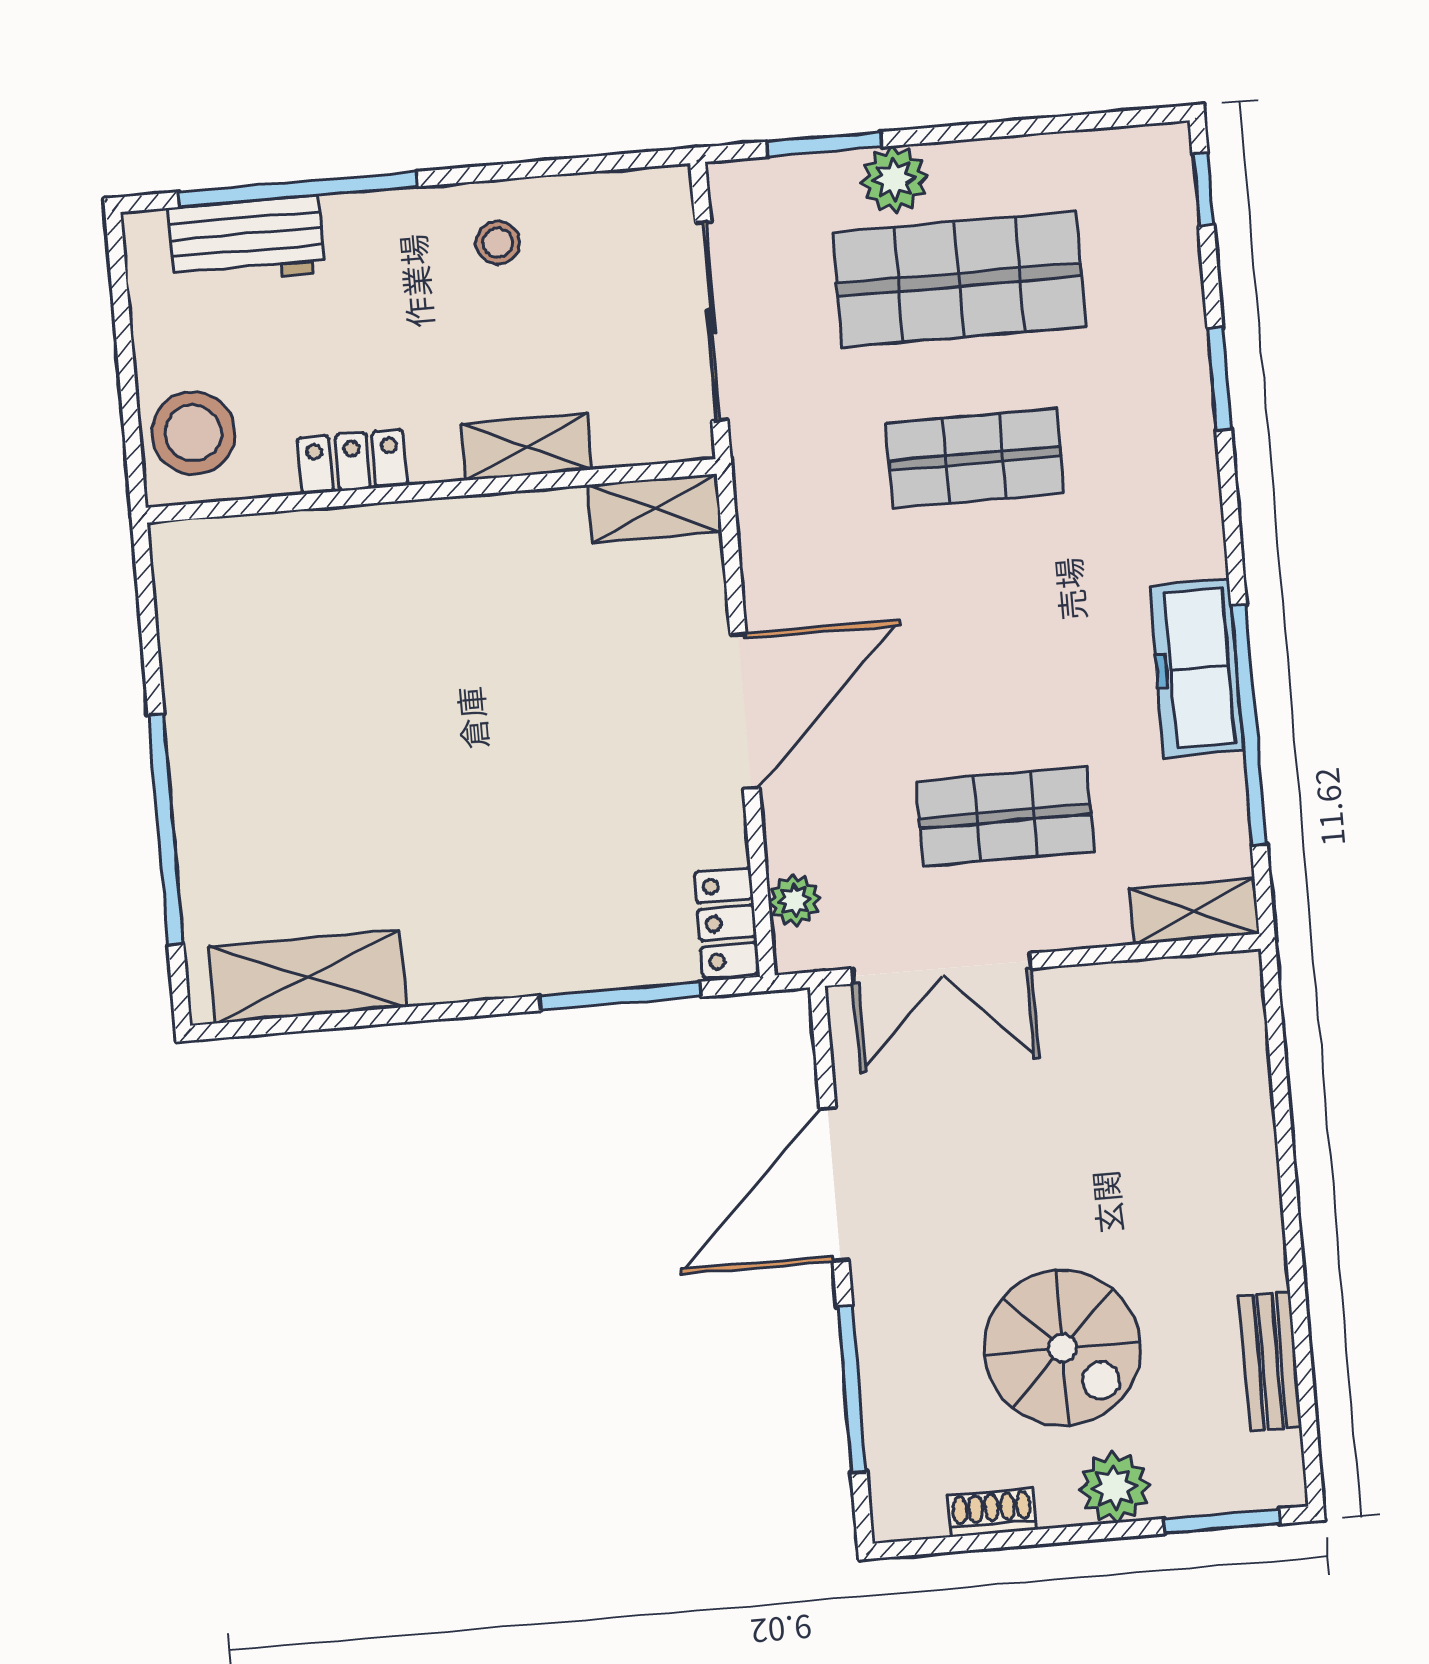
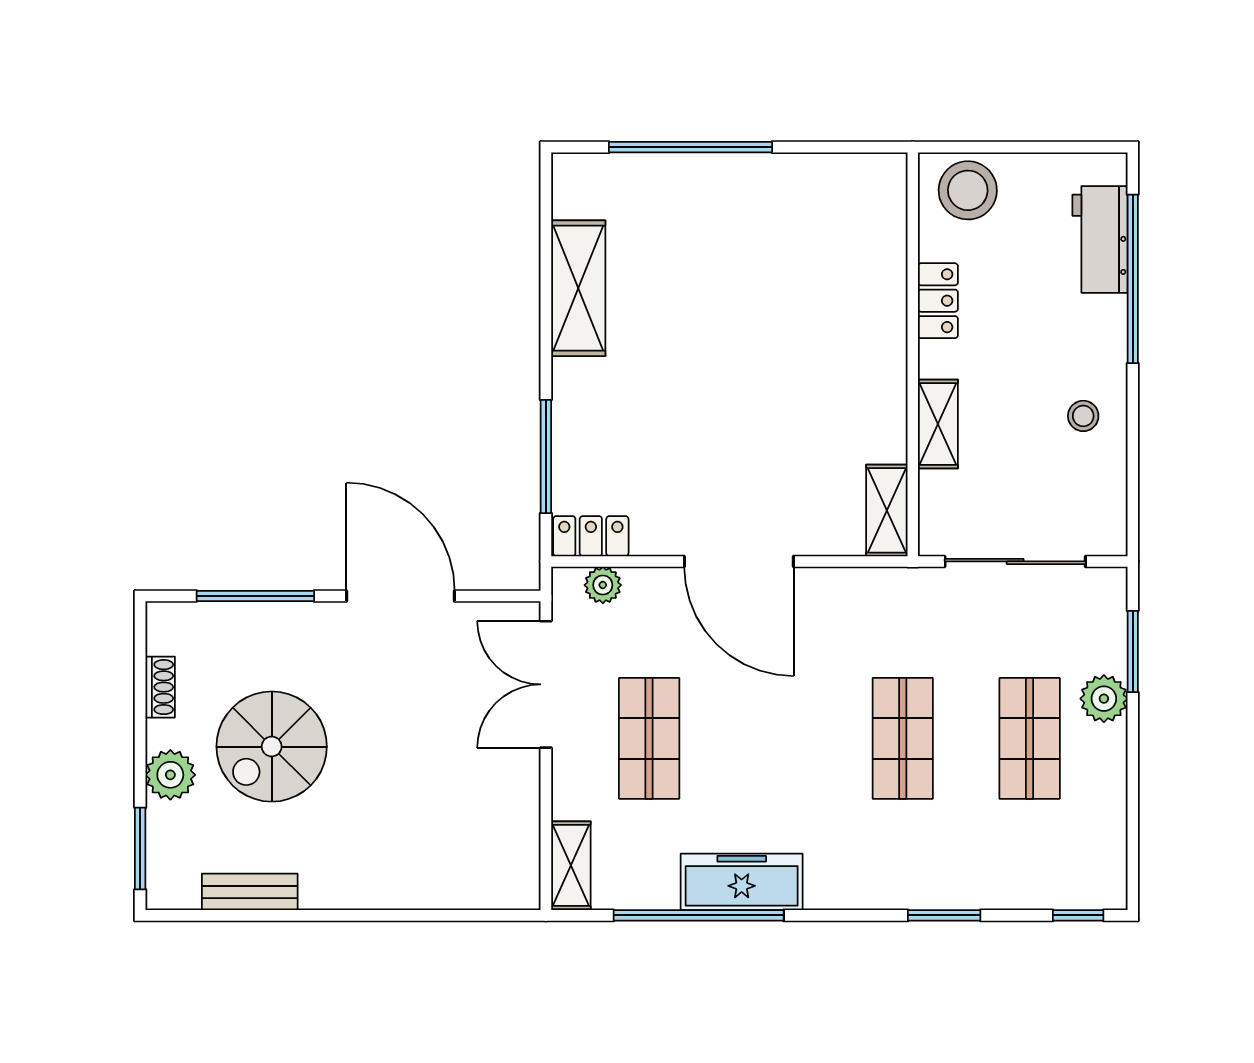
shop shelf: (959, 279) -> (1030, 738), width x0.70, depth x0.74
shelving: (307, 977) -> (578, 288), moved

